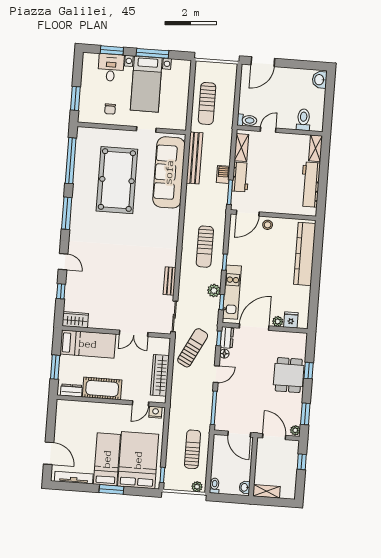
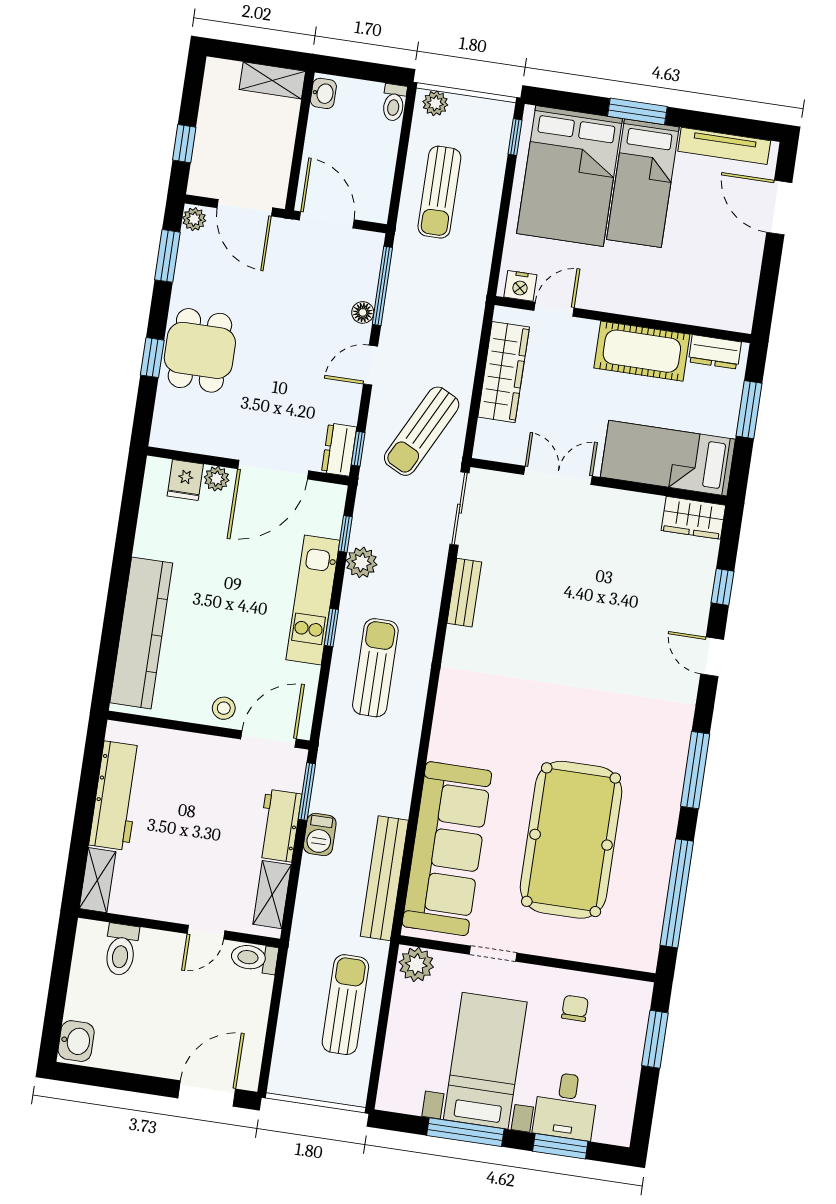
plant: (178, 123) -> (416, 965), added
kitchen unit: (232, 292) -> (313, 600), moved
floor lamp: (224, 354) -> (363, 312), moved

